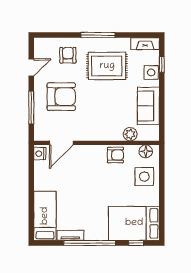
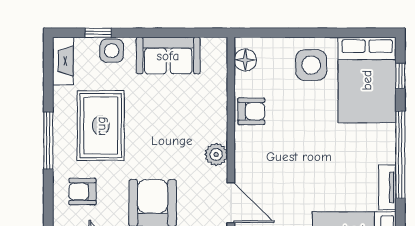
plant: (130, 134) -> (216, 154), moved
armchair: (115, 155) -> (251, 111), turned 90
side table: (144, 177) -> (311, 65), moved

